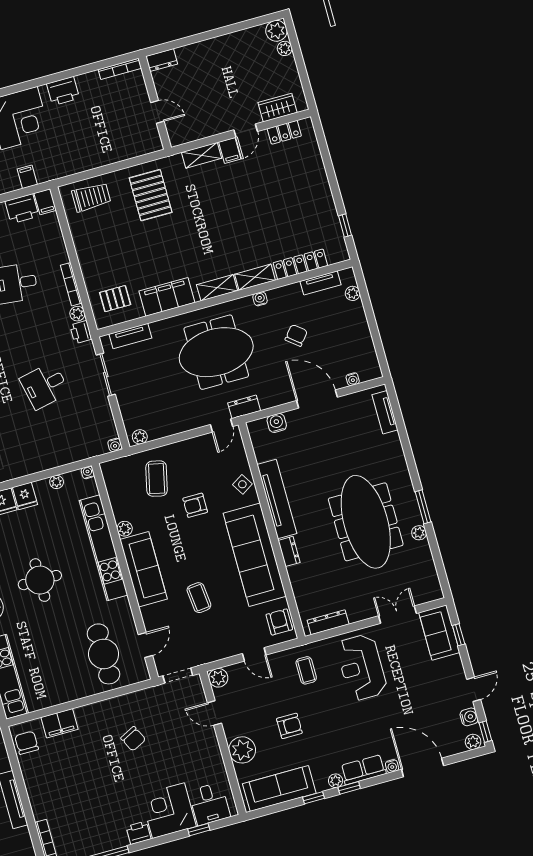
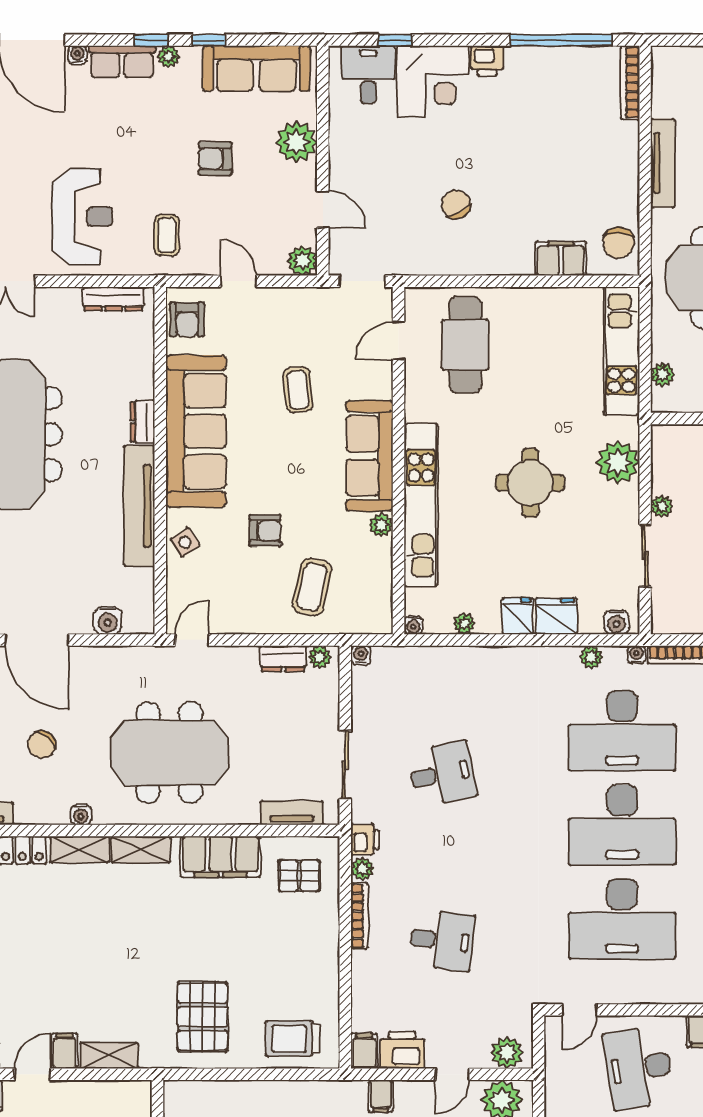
dresser: (244, 407) -> (283, 659), moved

